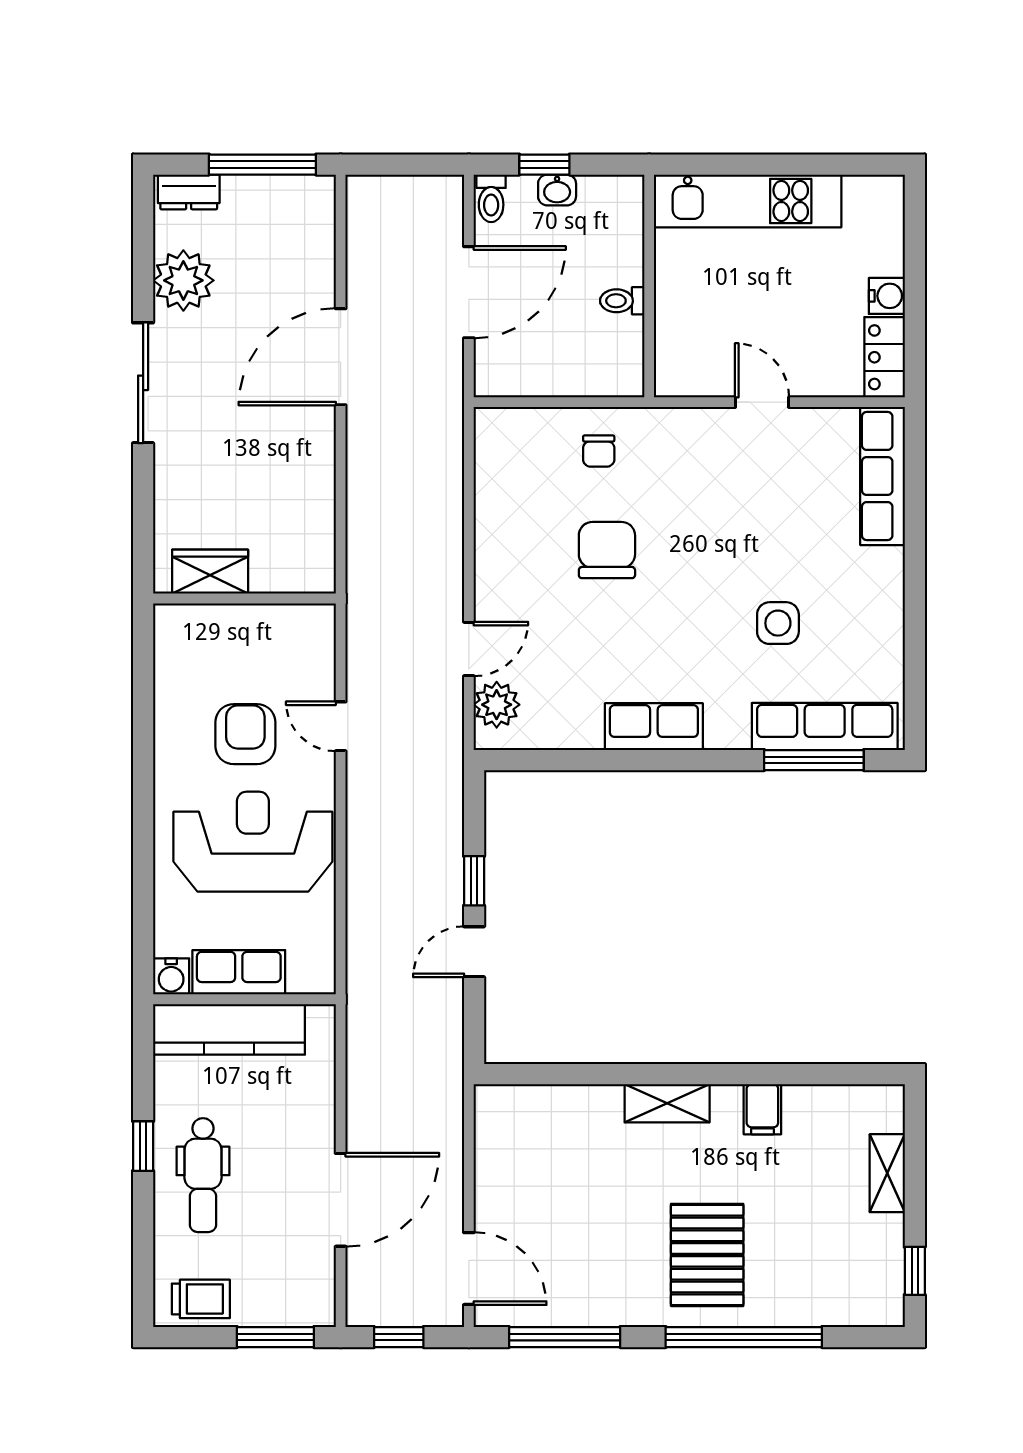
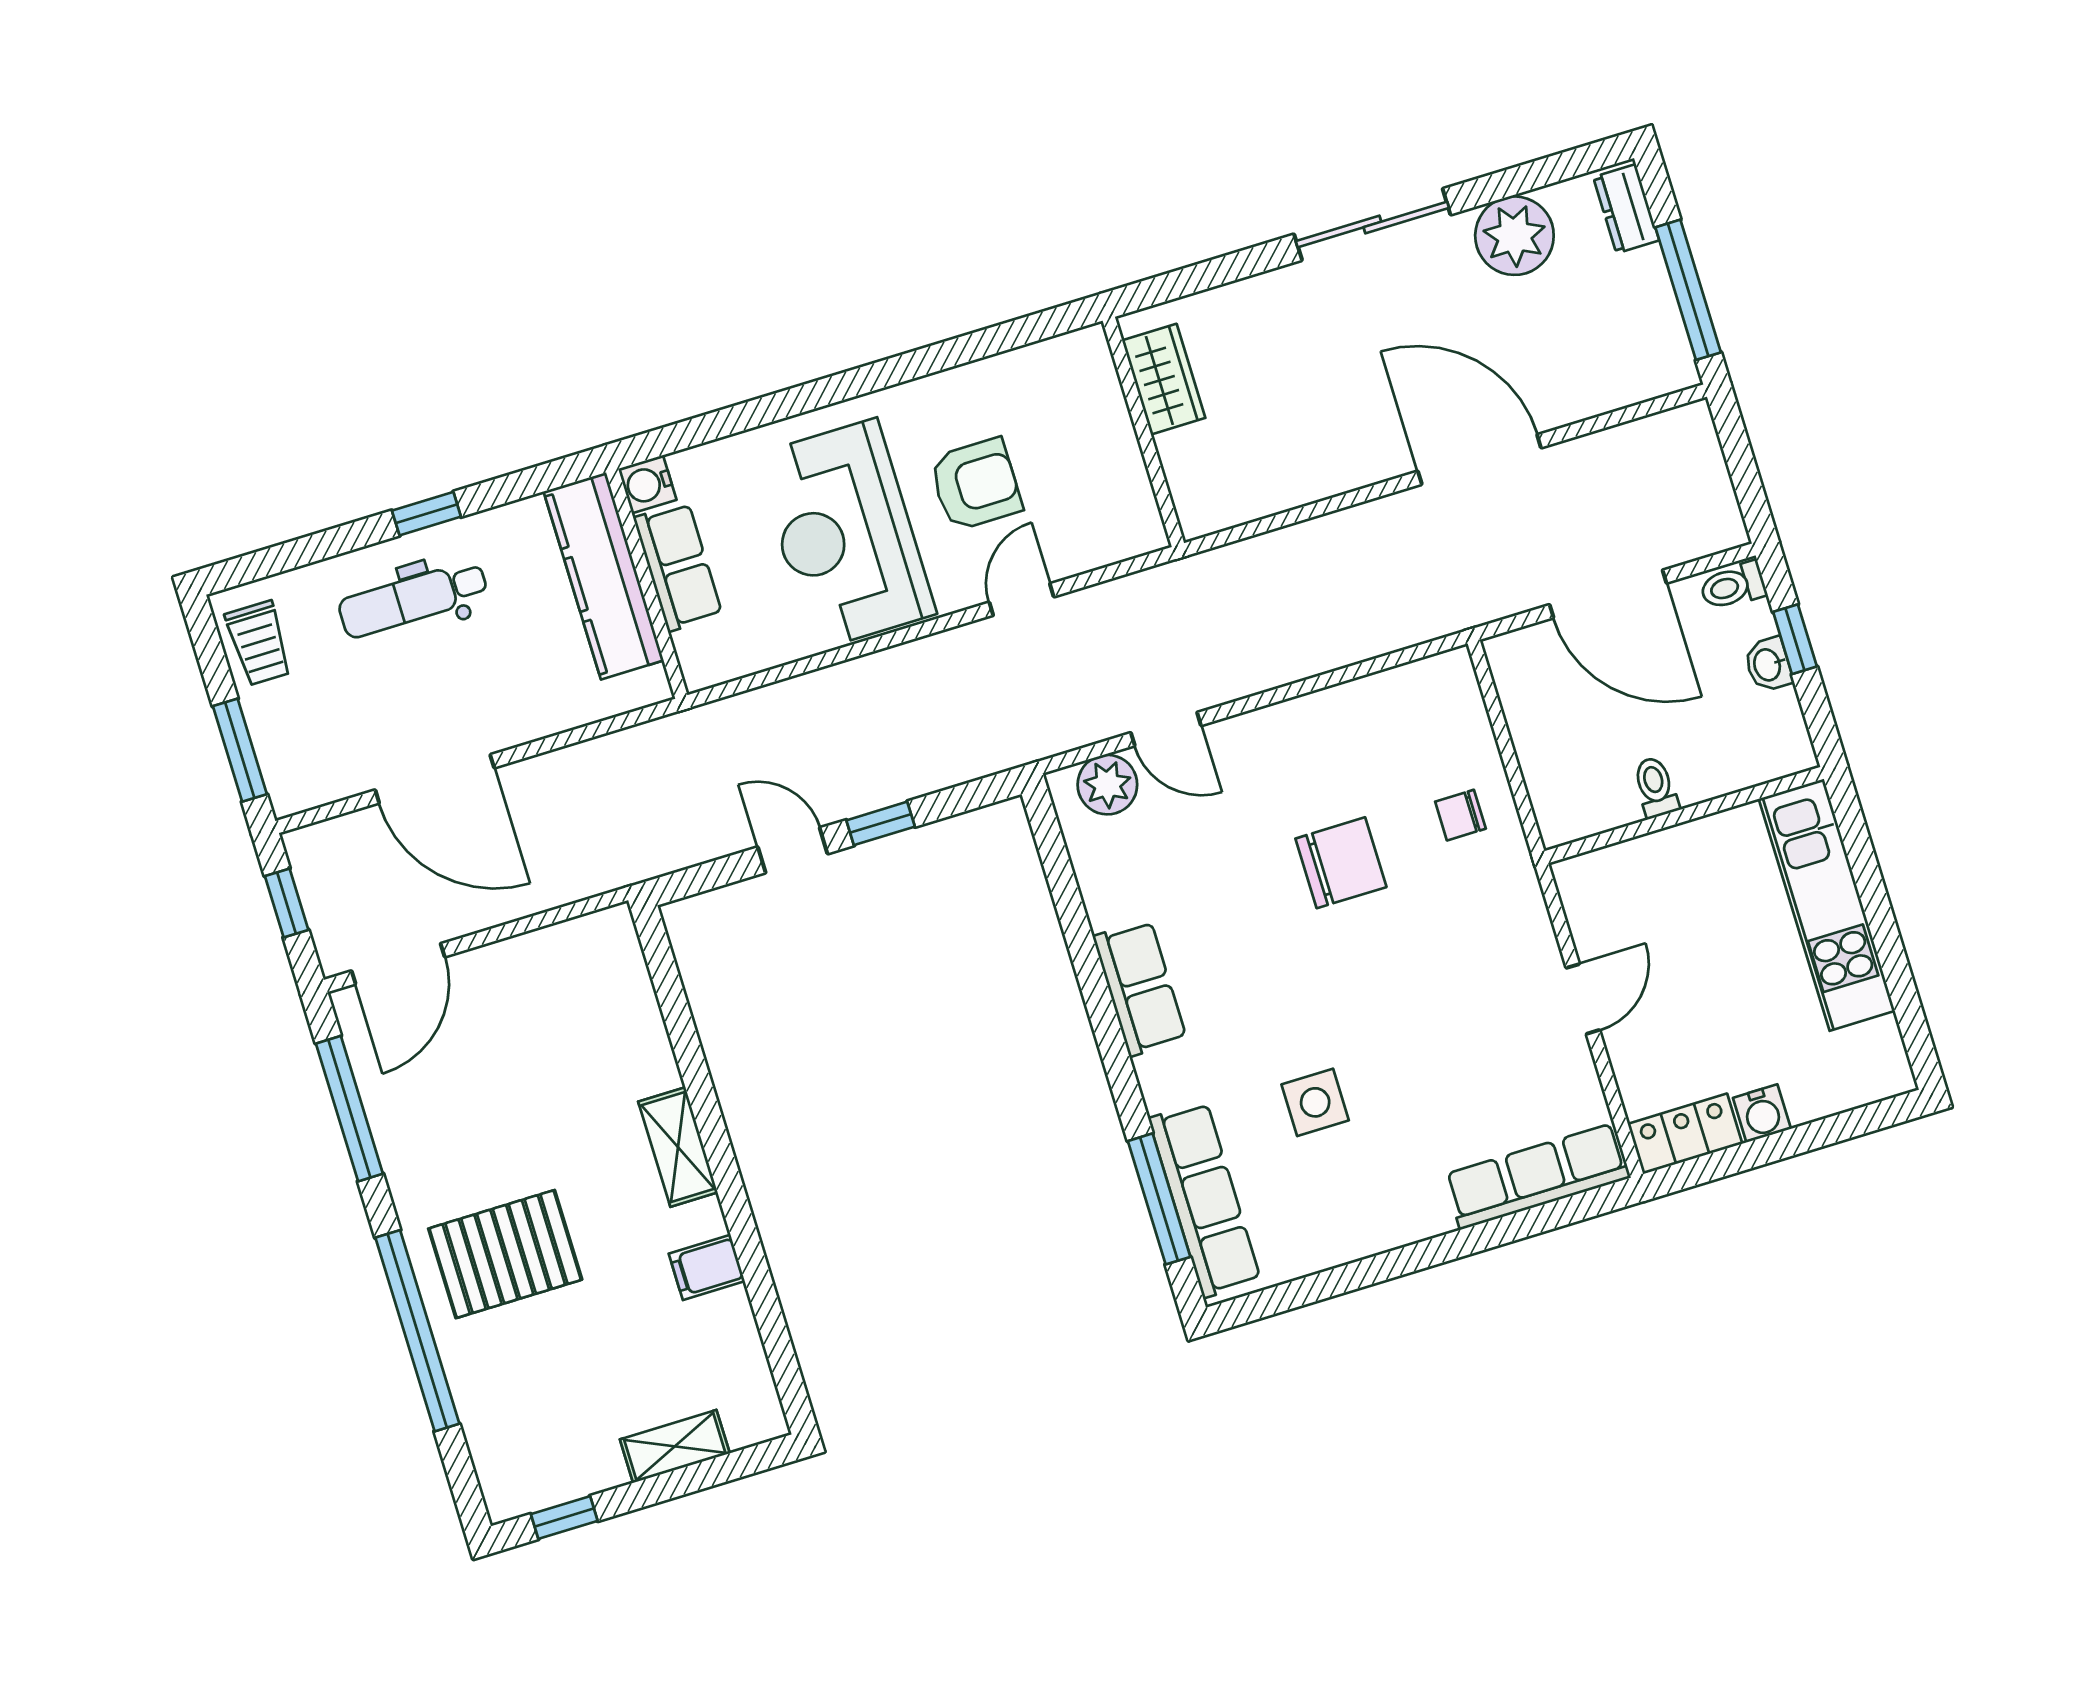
reception desk: (253, 842) -> (845, 534), turned 180

